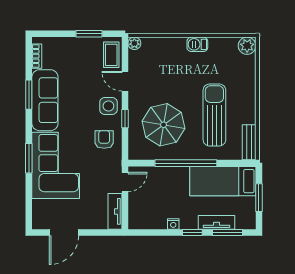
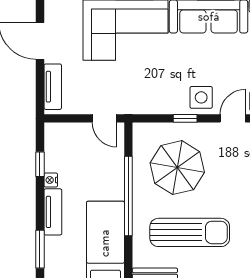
armchair: (104, 139) -> (158, 92), removed
tv unit: (115, 211) -> (53, 87), moved, turned 90
tv unit: (216, 222) -> (53, 212), moved
window: (192, 232) -> (40, 164), moved

